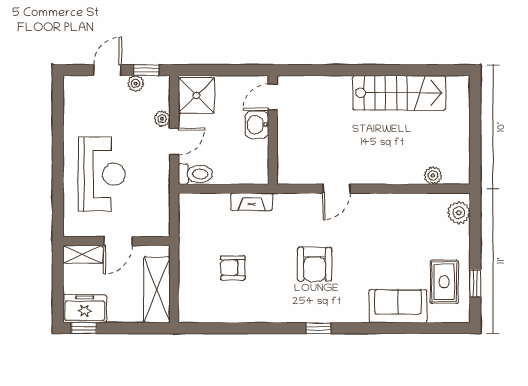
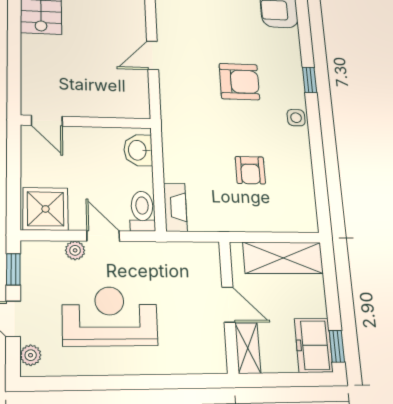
plant: (136, 83) -> (31, 355), moved
washbasin: (257, 125) -> (138, 150), moved, turned 90
reception desk: (102, 174) -> (110, 316), moved
door: (336, 189) -> (153, 55), swing flipped
fireplace: (252, 202) -> (175, 207), moved
side table: (282, 312) -> (296, 118), added

